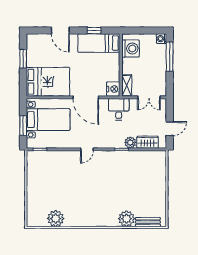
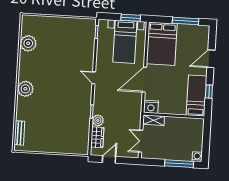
washing machine: (131, 49) -> (189, 126), removed
window: (23, 59) -> (186, 21), width x1.44
desk: (119, 109) -> (131, 111), removed
window: (23, 126) -> (131, 18), moved
door: (170, 129) -> (109, 159), swing flipped
plant: (126, 219) -> (25, 89), moved

